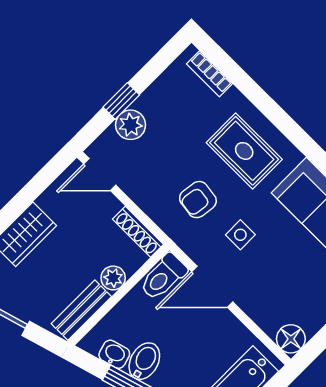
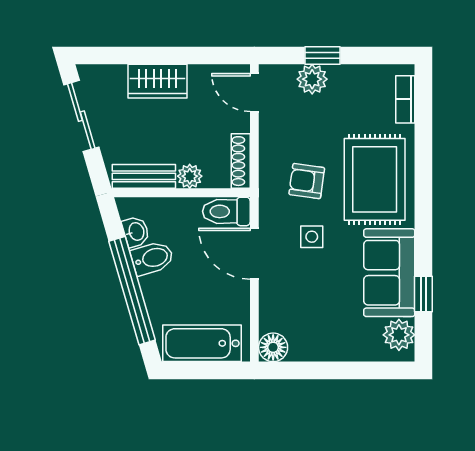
rug: (244, 151) -> (375, 179), width x1.36, depth x1.43

